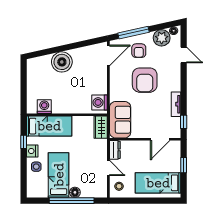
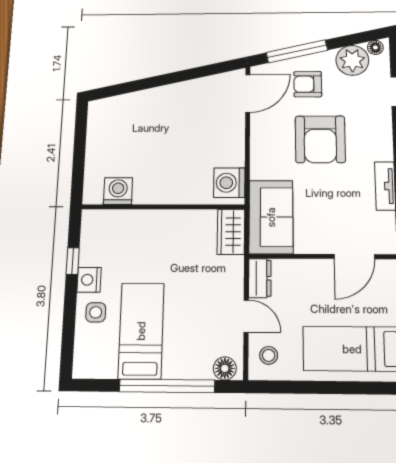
armchair: (139, 51) -> (308, 84), turned 90
boiler: (62, 62) -> (156, 106), removed
bed: (49, 126) -> (126, 229), removed
floor lamp: (75, 192) -> (225, 368), moved

